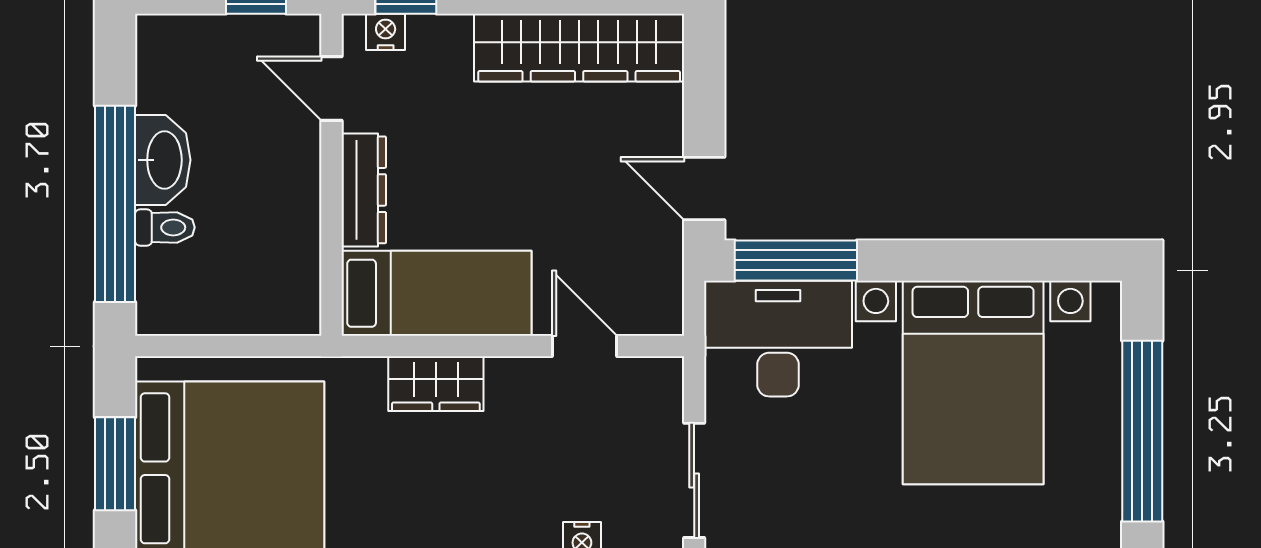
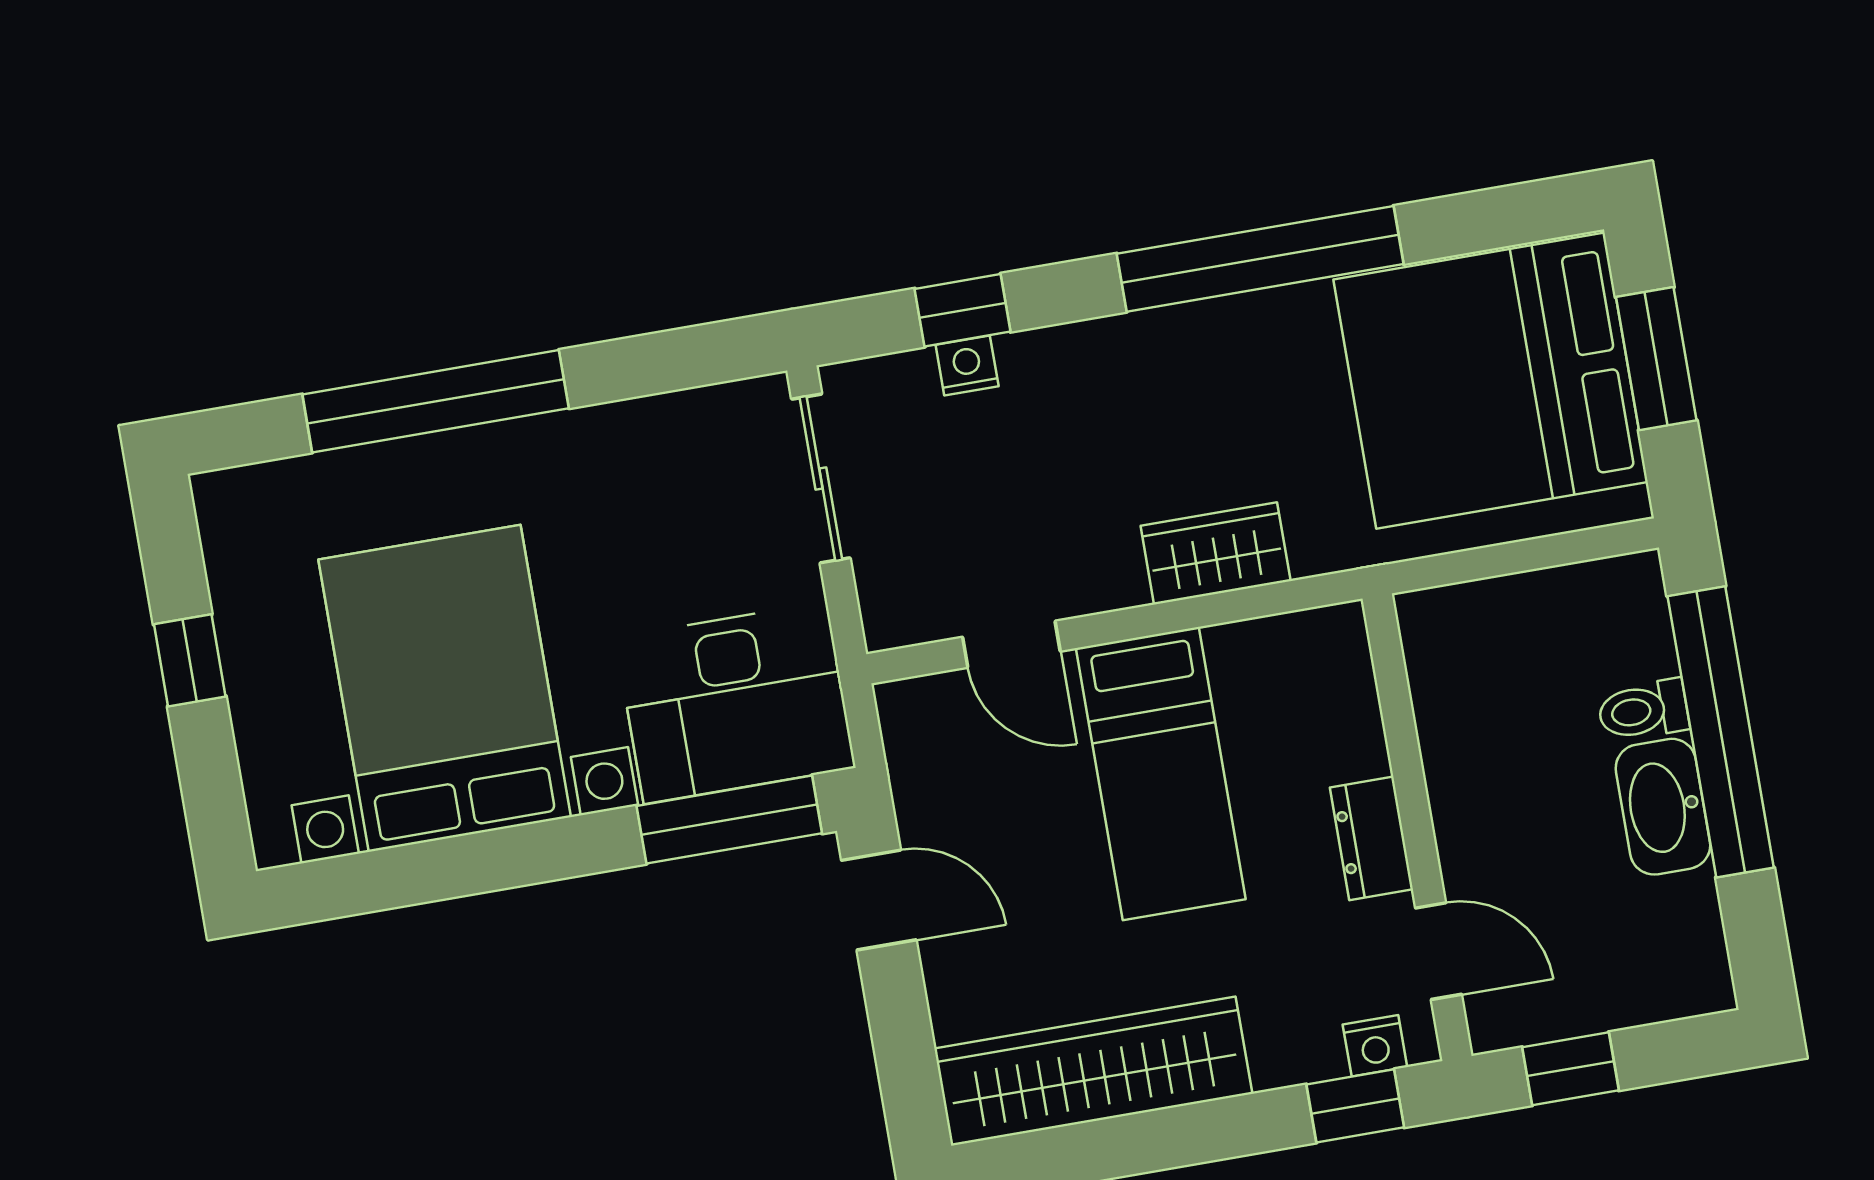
dresser: (364, 190) -> (1371, 838), width x0.70
bed: (437, 293) -> (1161, 774), moved, turned -90
window: (1142, 431) -> (190, 660), width x0.32

